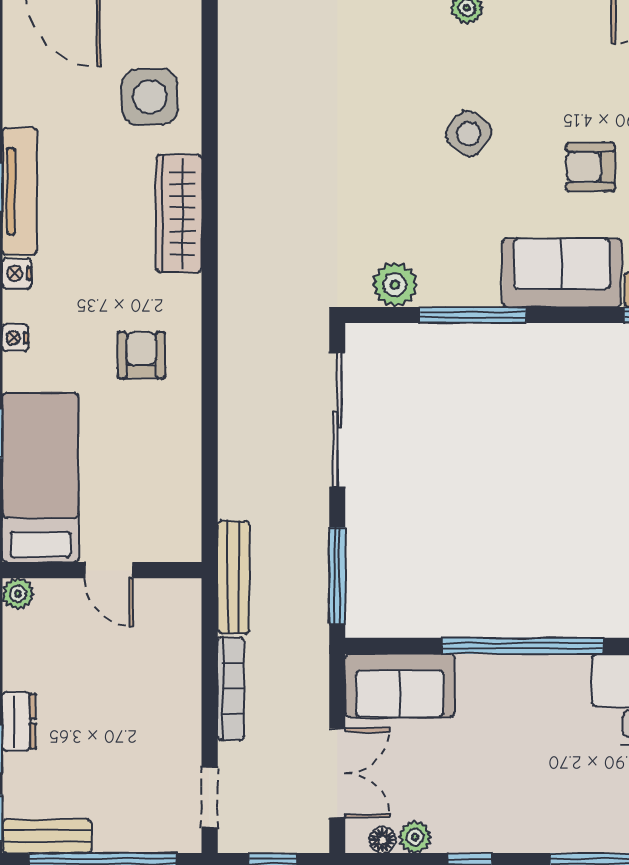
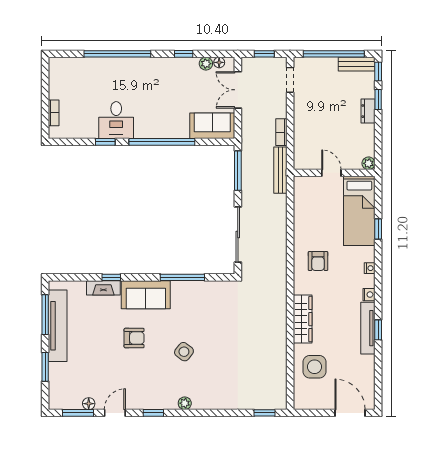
plant: (395, 285) -> (214, 290), removed
bookcase: (231, 688) -> (281, 132), width x0.64

